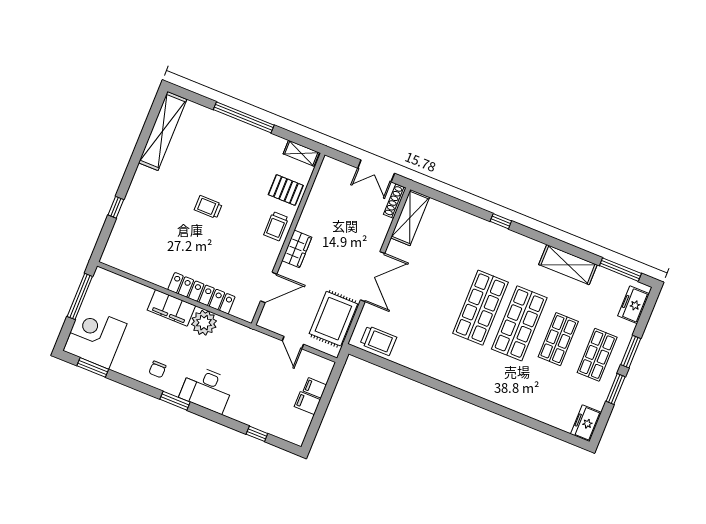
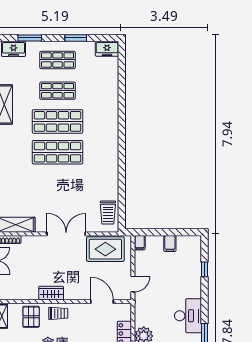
wardrobe: (297, 249) -> (51, 293), moved
trolley: (378, 341) -> (108, 213), turned 180
door: (293, 343) -> (133, 284), moved
window: (631, 352) -> (30, 38), moved
filing cabinet: (315, 388) -> (140, 243), moved

